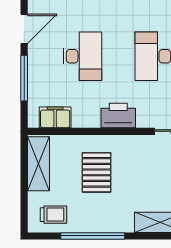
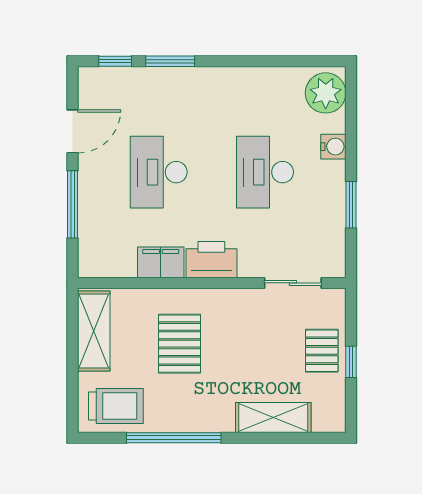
desk: (82, 56) -> (159, 172), turned 180
filing cabinet: (55, 117) -> (161, 262), moved
trolley: (54, 215) -> (116, 406), width x1.36, depth x1.39

